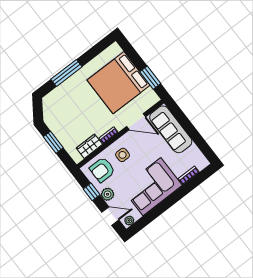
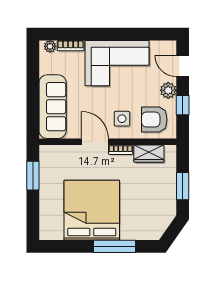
bed: (119, 83) -> (92, 210), moved, turned -90
door: (136, 122) -> (95, 142), moved
armchair: (102, 170) -> (154, 120), turned 180
plant: (129, 221) -> (50, 46), moved

